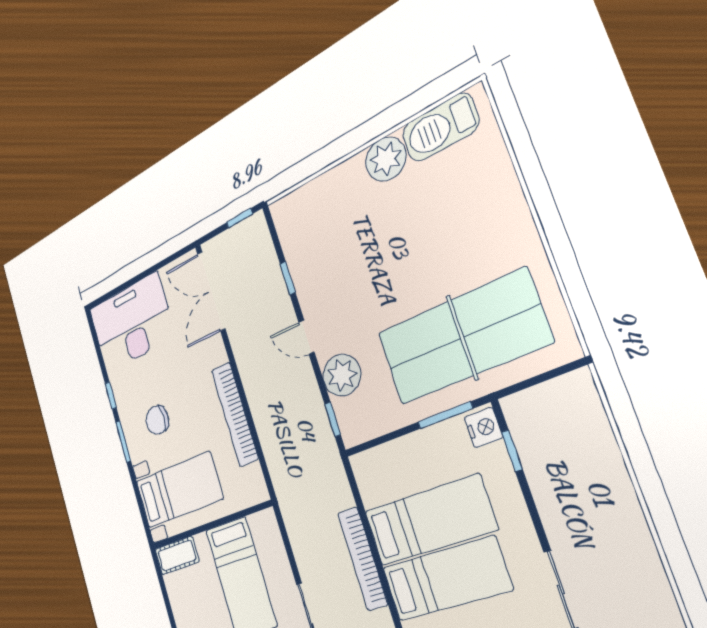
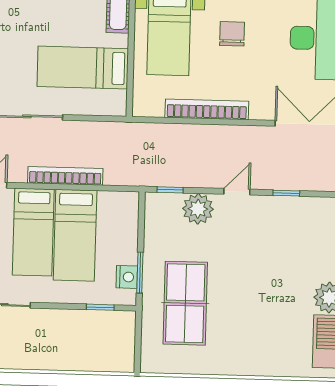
table tennis table: (462, 338) -> (185, 303), width x0.73, depth x0.76
nightstand: (484, 428) -> (127, 277), moved, turned -90

